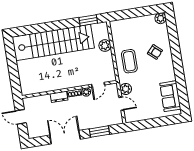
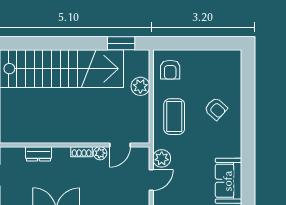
plant: (161, 18) -> (233, 58), removed
armchair: (122, 32) -> (170, 70), added
dresser: (59, 97) -> (38, 154), moved
door: (121, 104) -> (151, 180), hinge flipped

